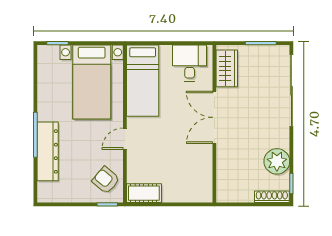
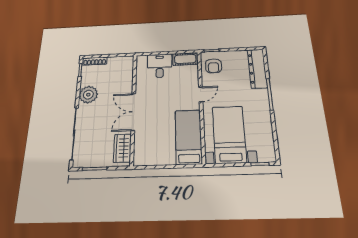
desk: (190, 63) -> (160, 66), moved, turned 180
double door: (214, 117) -> (133, 112), swing flipped
dresser: (48, 151) -> (257, 68), moved
plant: (277, 161) -> (88, 95), moved
armchair: (106, 180) -> (213, 66), turned 50

